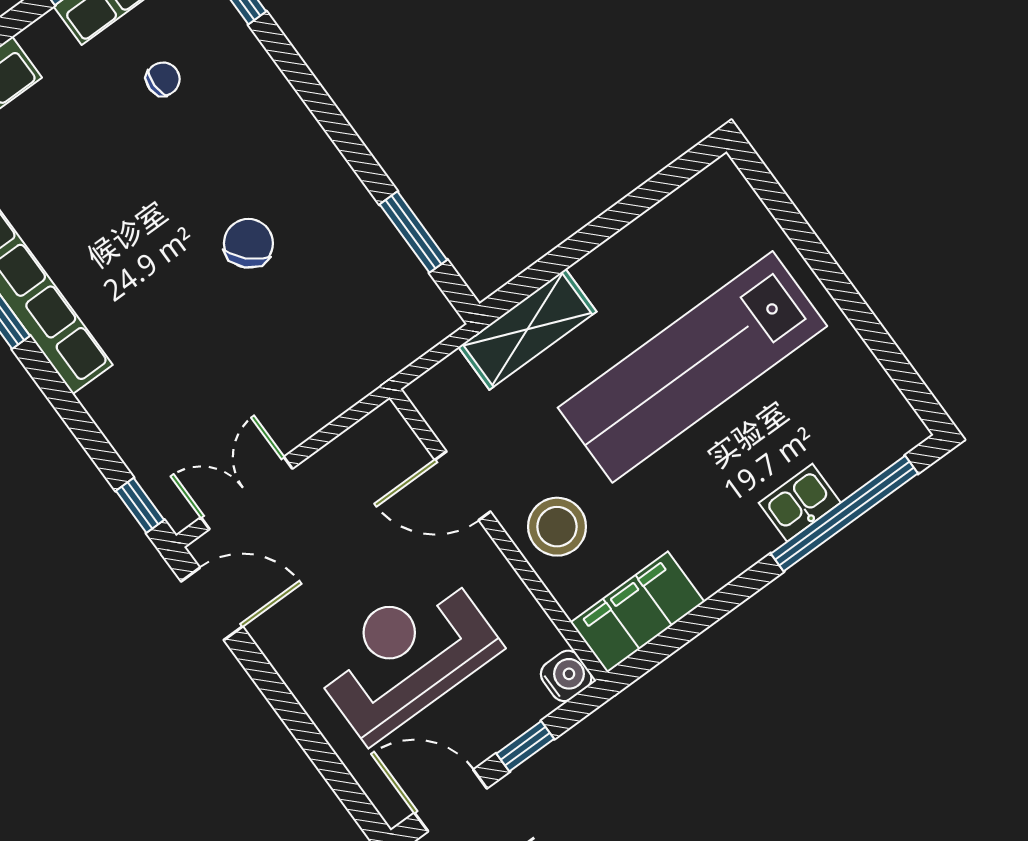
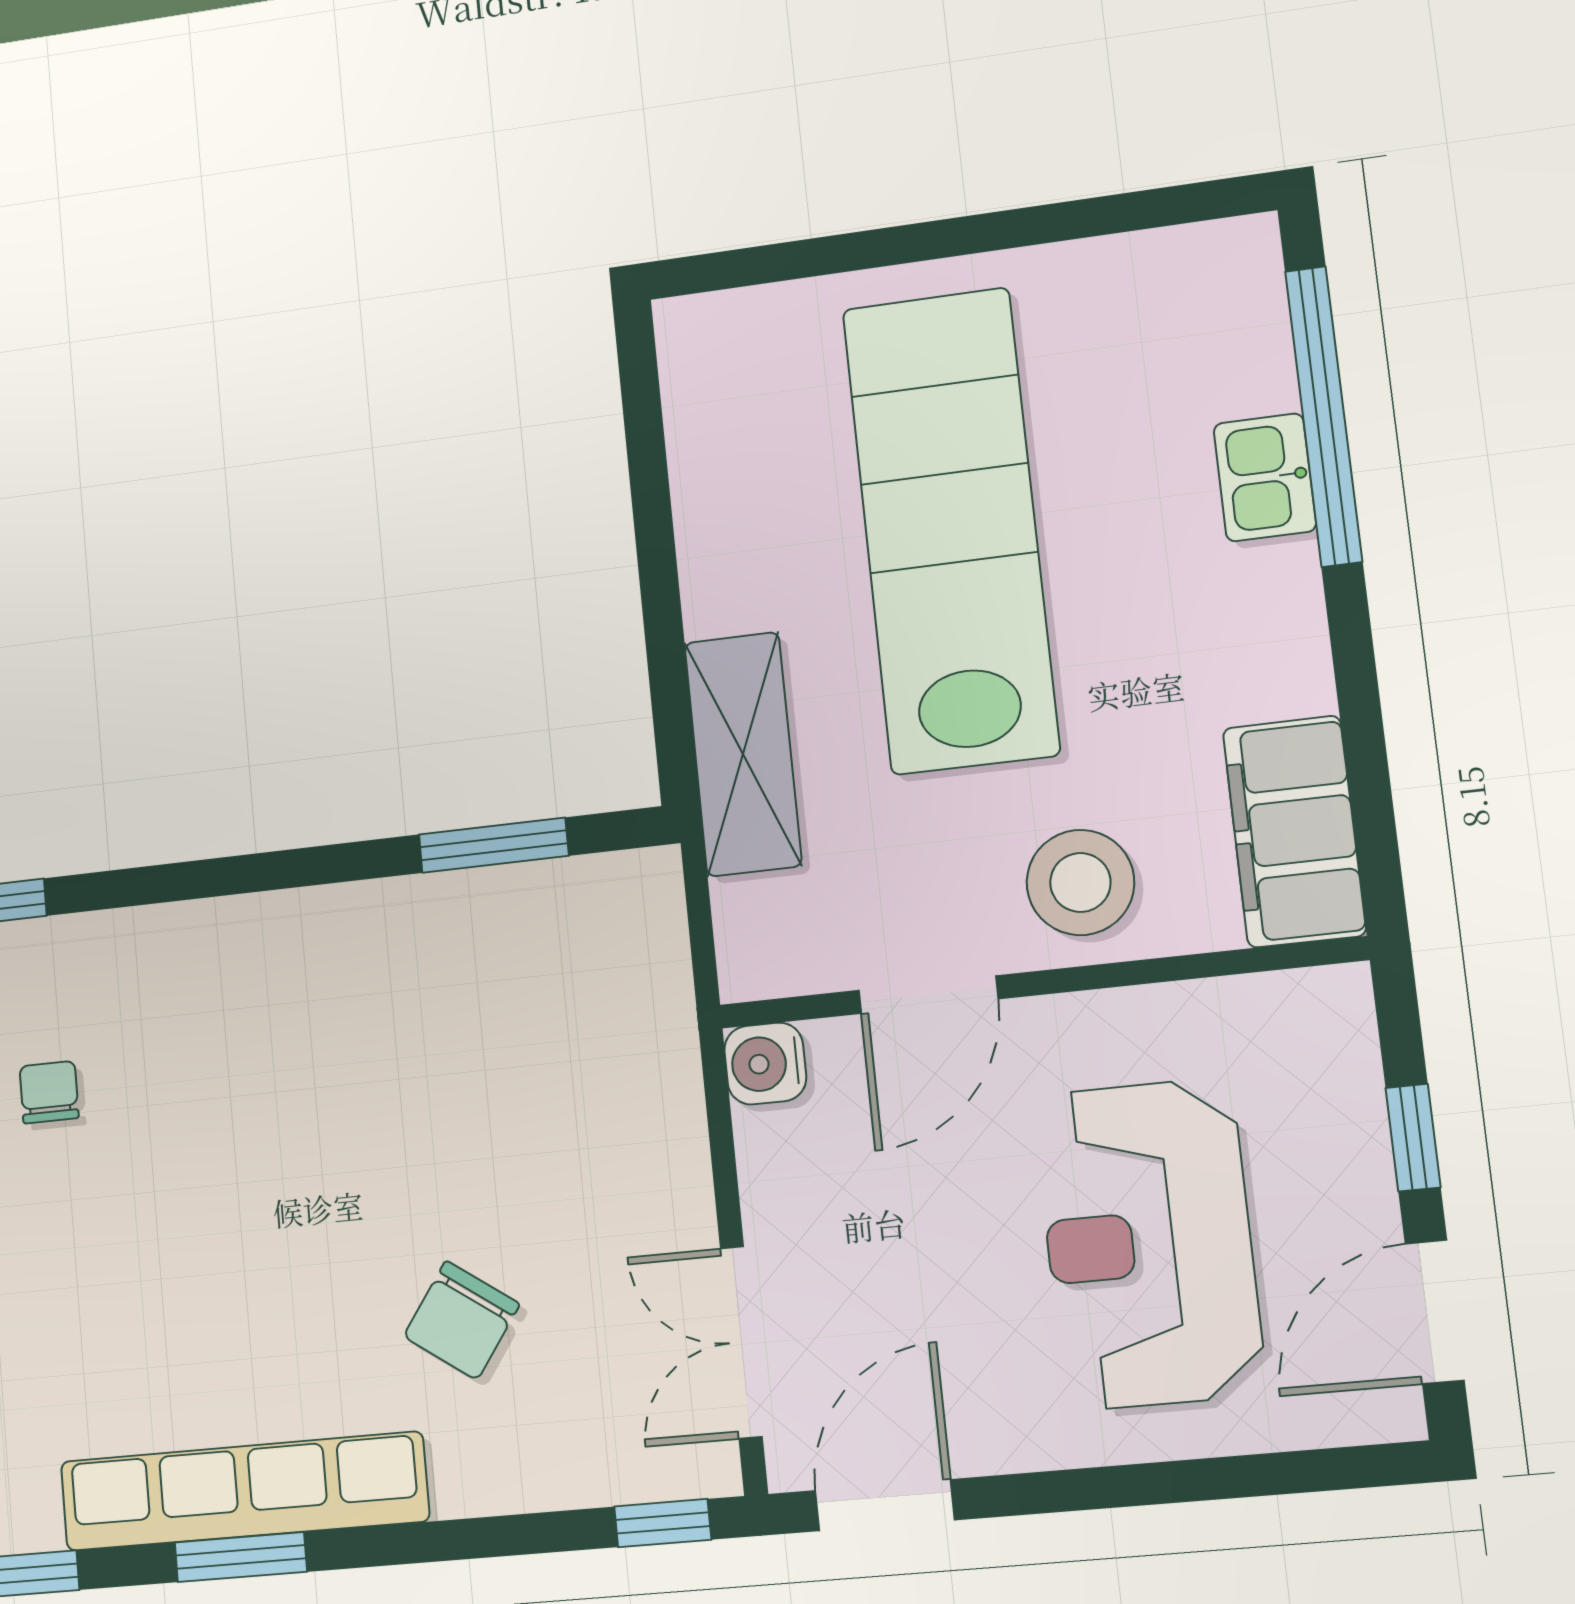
chair: (248, 243) -> (461, 1320), moved, turned -100
lab bench: (692, 367) -> (950, 530), turned 180
water cooler: (566, 676) -> (765, 1064), moved, turned -90

